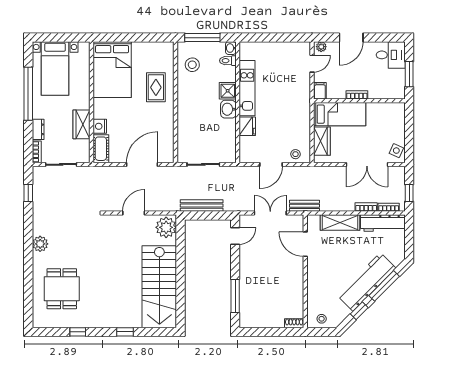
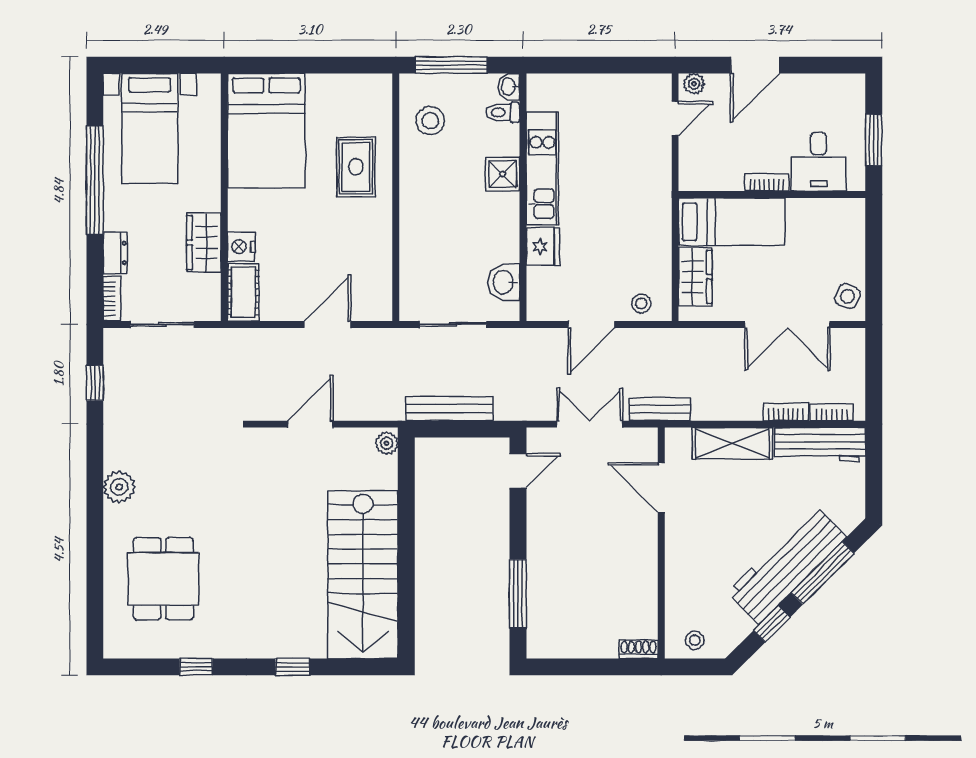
desk: (391, 55) -> (818, 162), moved, turned 90
filing cabinet: (320, 91) -> (691, 174), removed
washbasin: (228, 109) -> (504, 282), moved
door: (142, 164) -> (328, 325), width x0.73
window: (409, 193) -> (874, 383), removed
plant: (166, 227) -> (387, 443), width x0.53, depth x0.53

